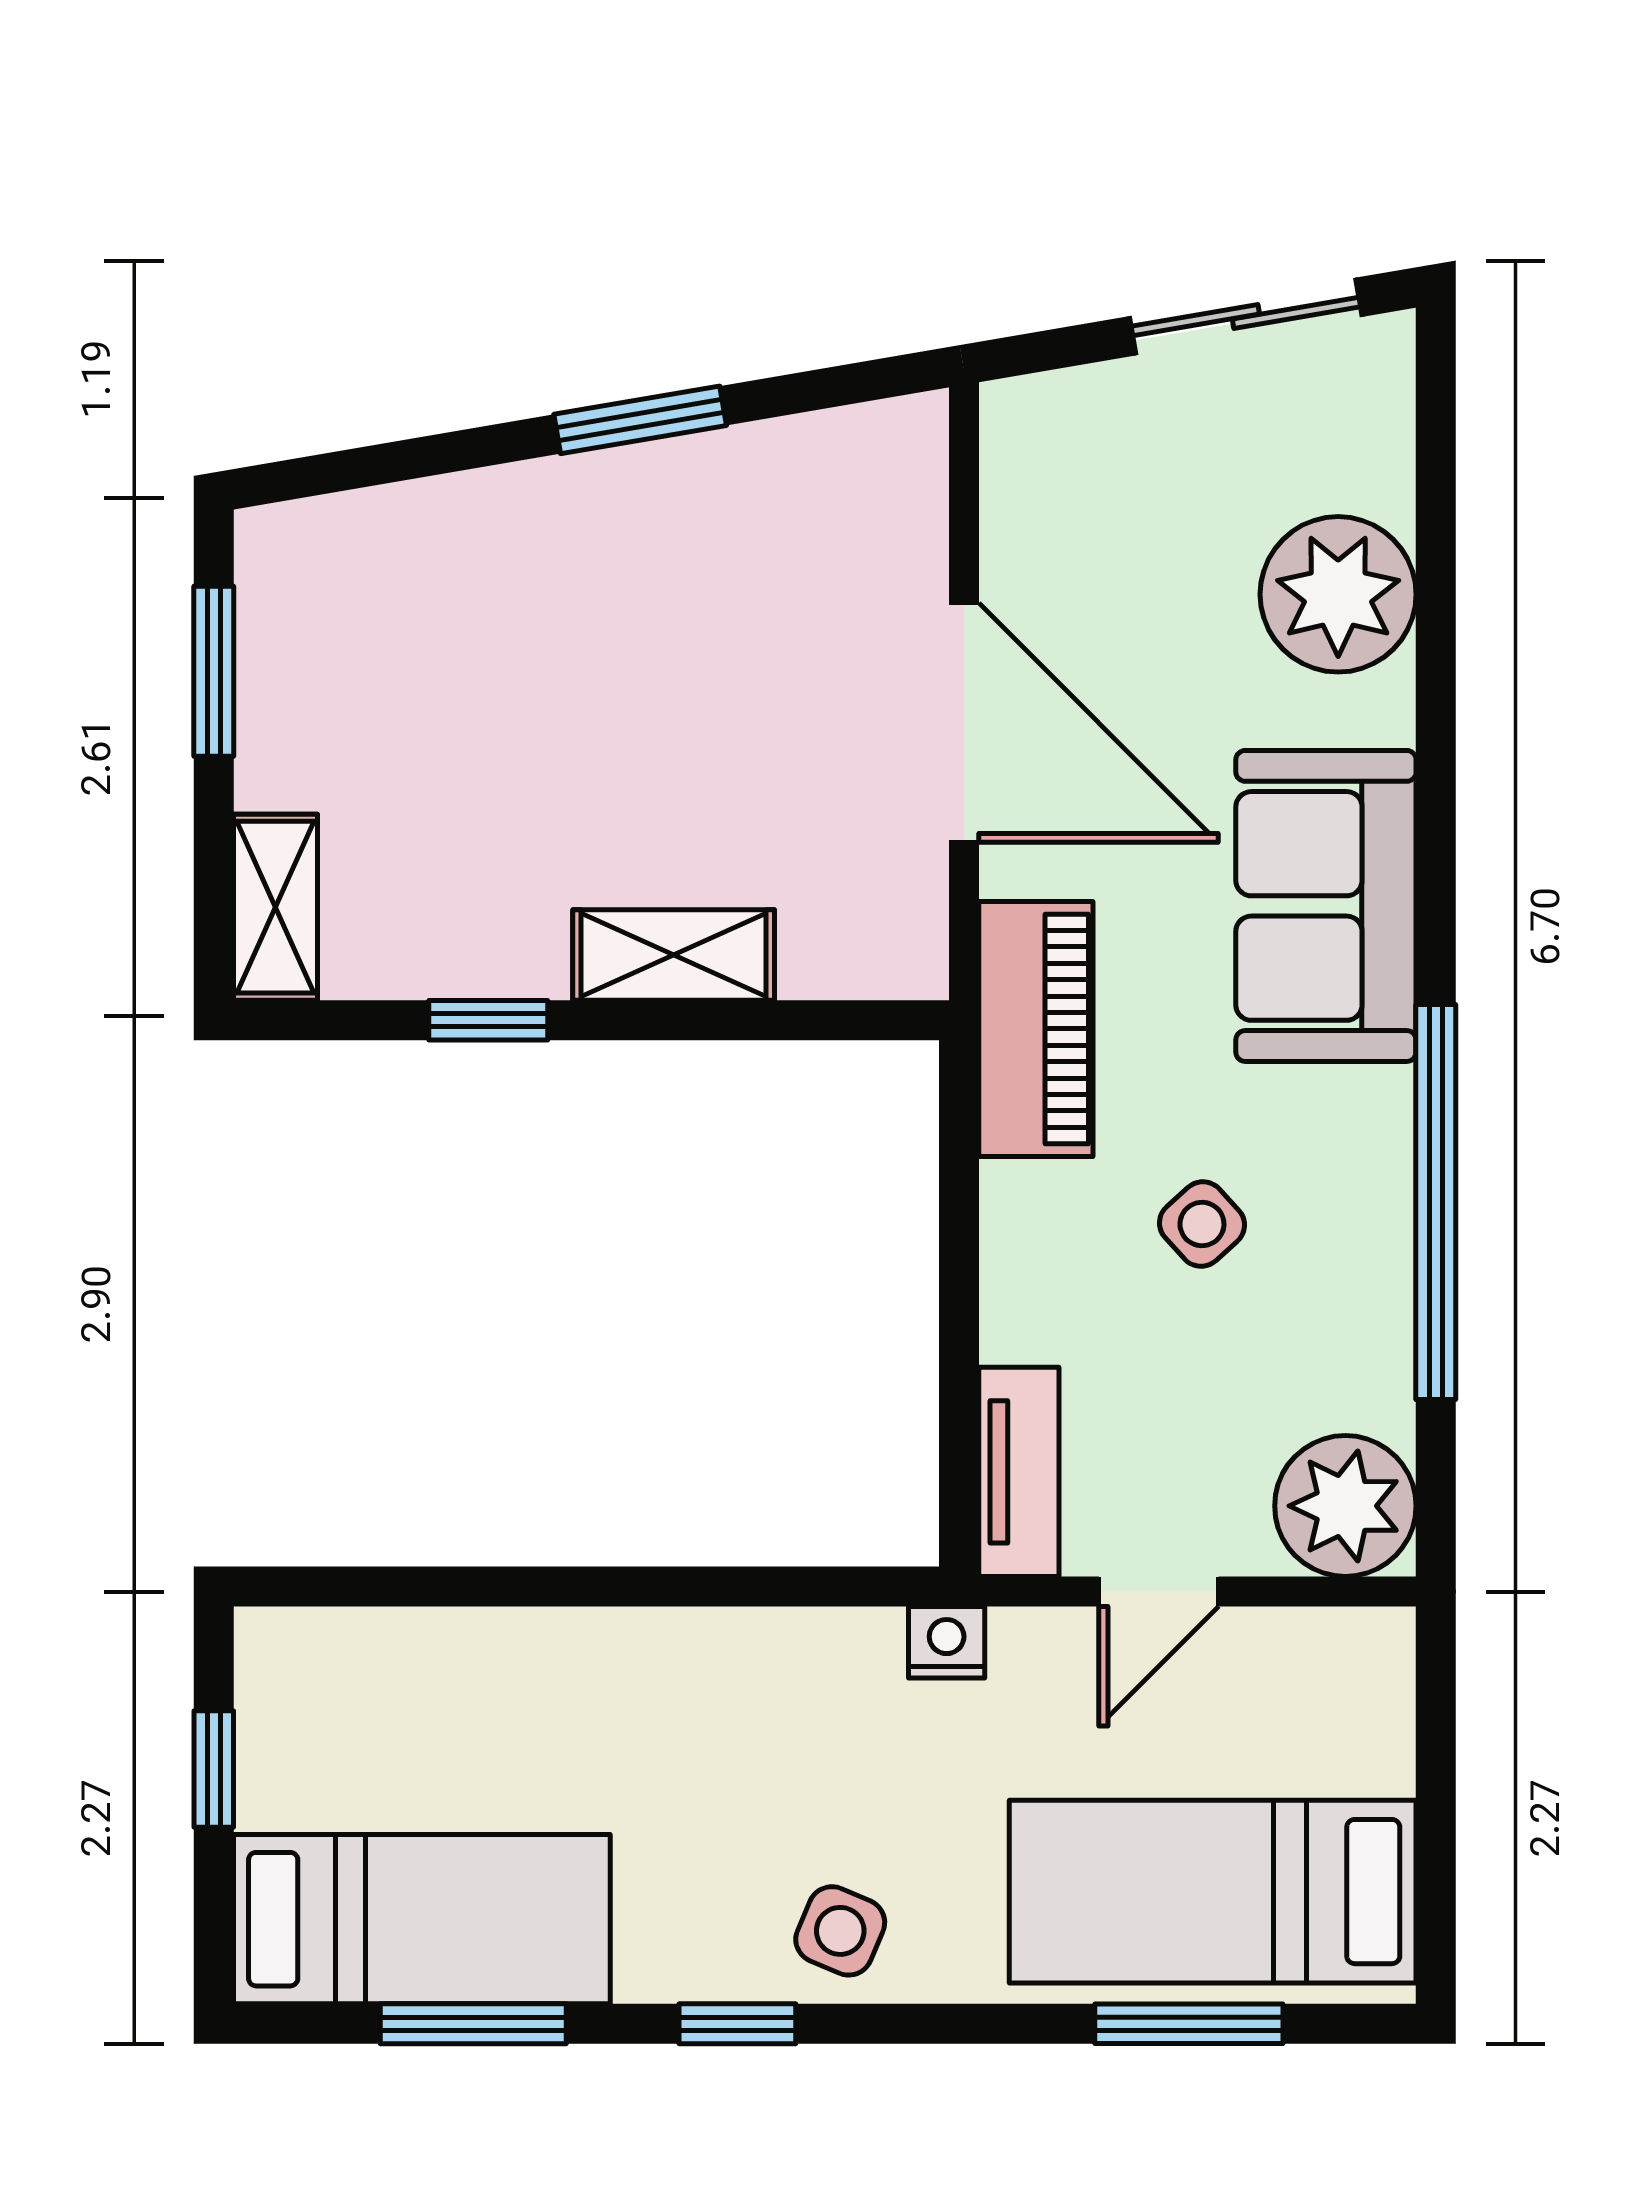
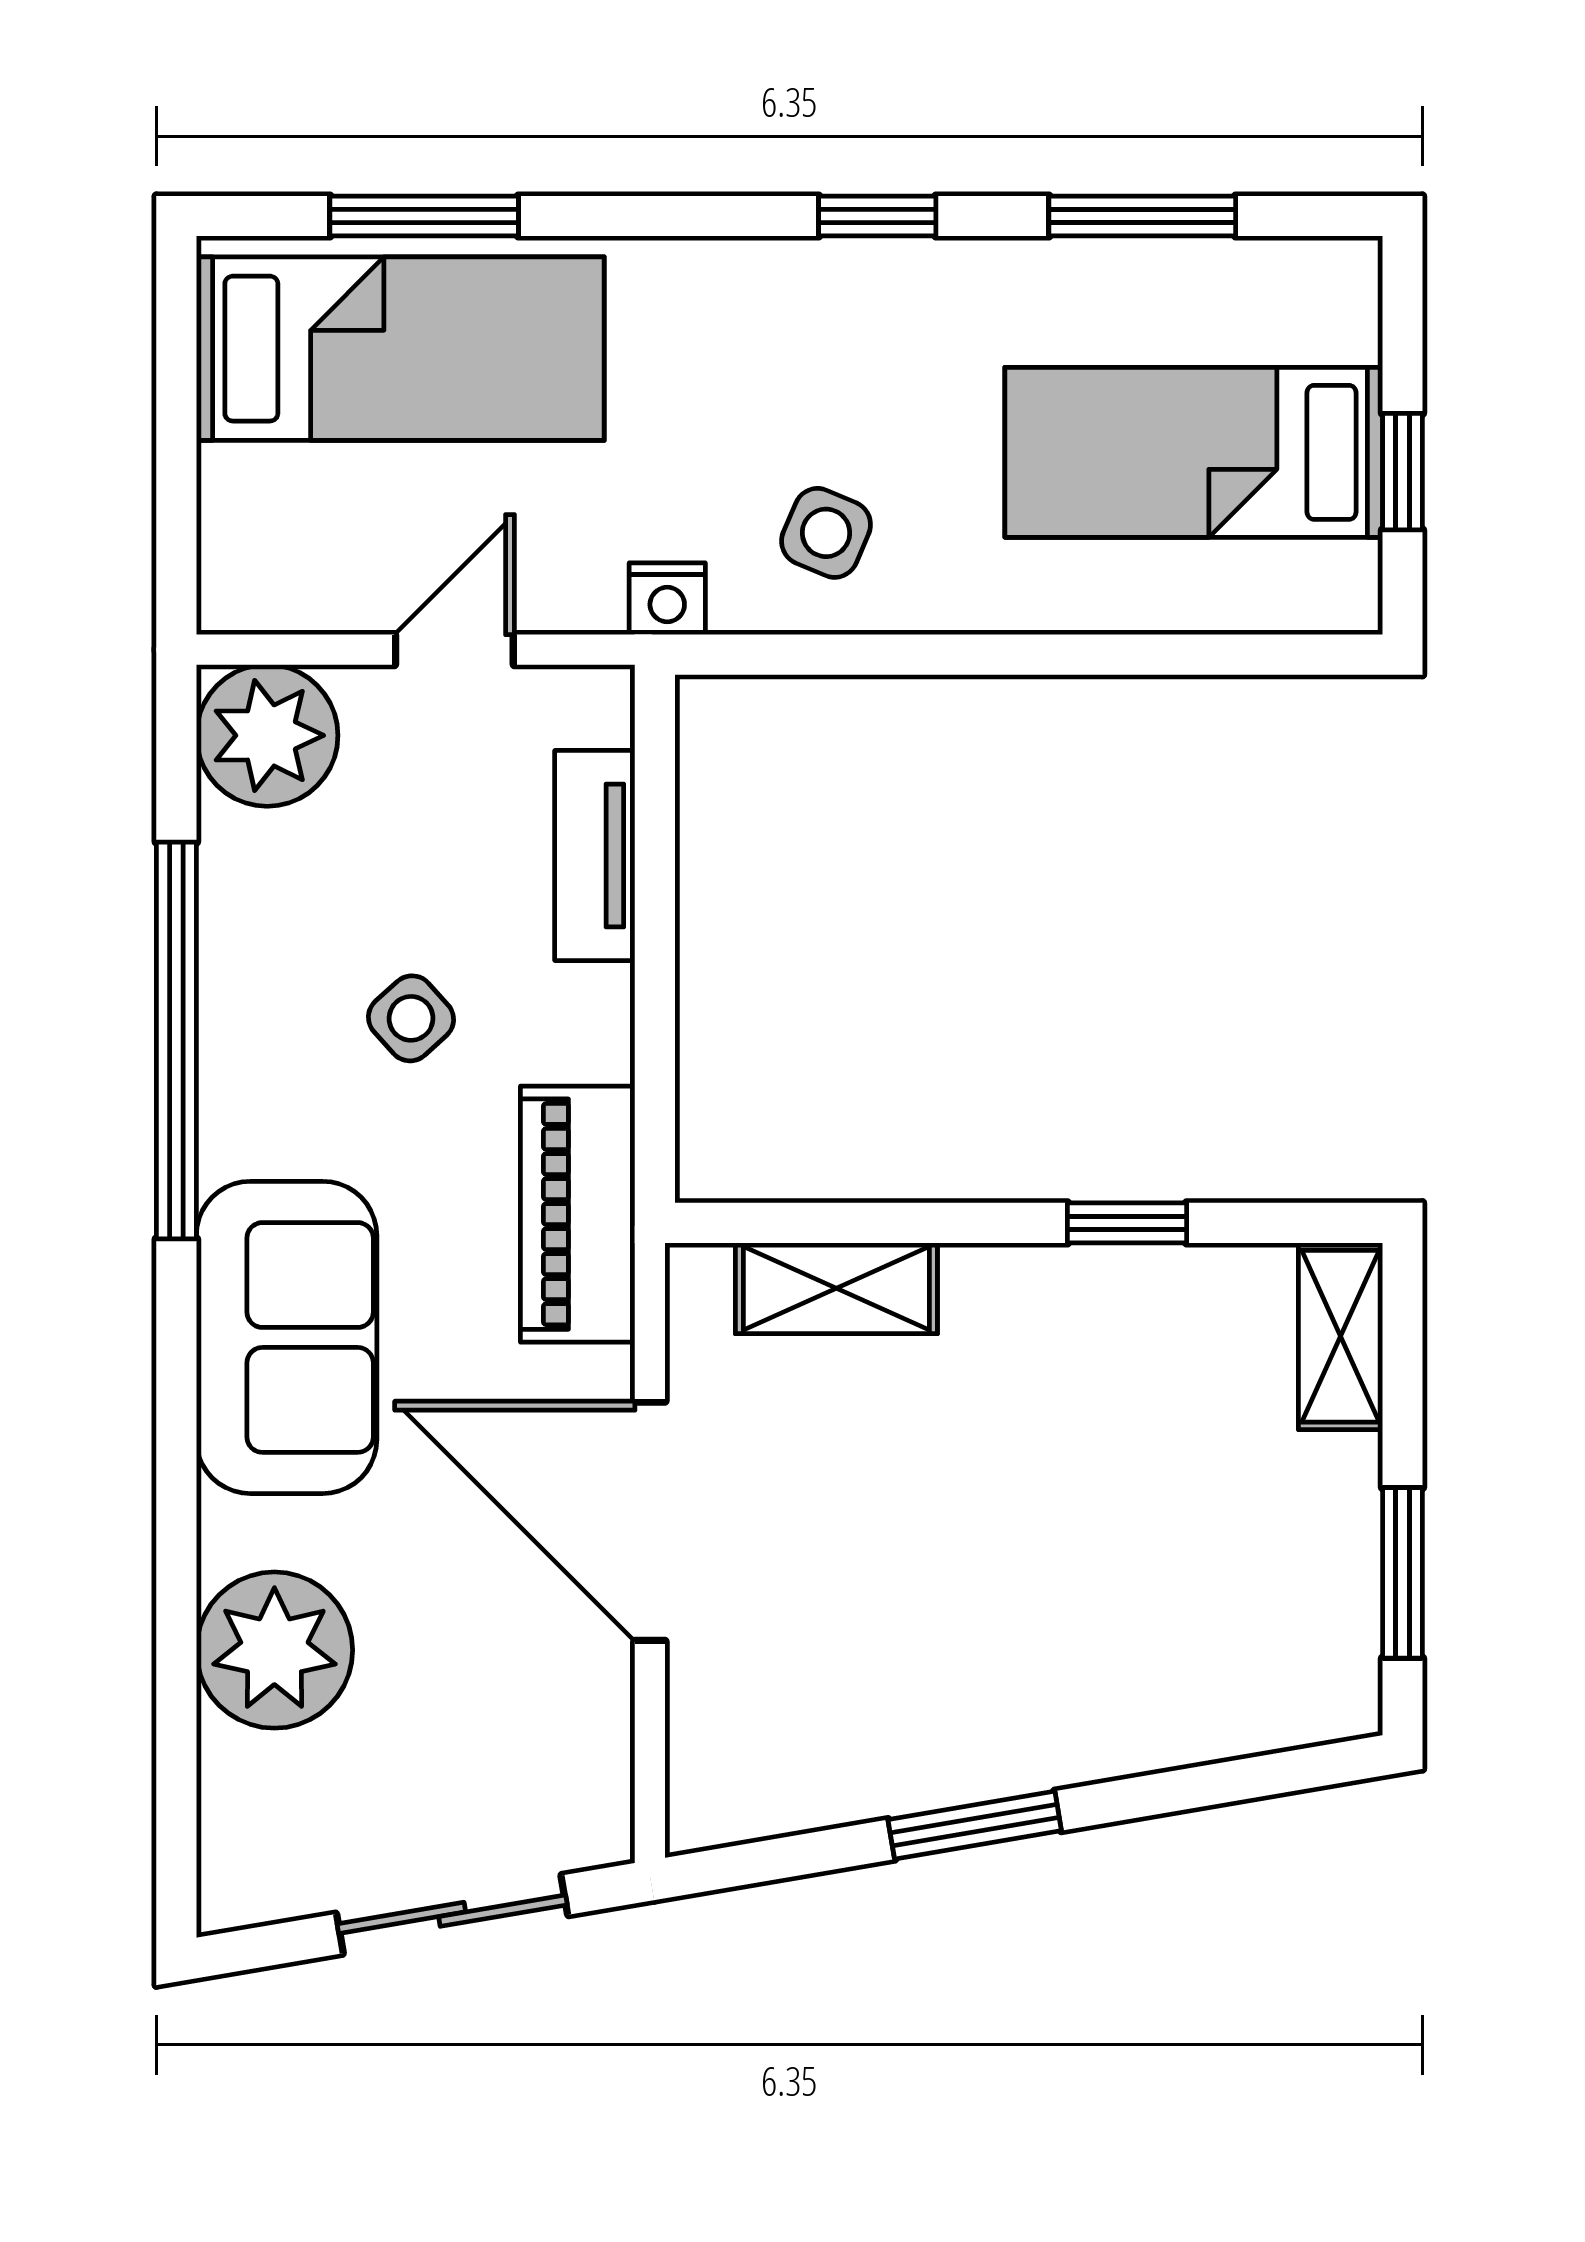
sliding door: (1246, 316) -> (452, 1914), moved
shelving: (674, 955) -> (836, 1288), moved
tv unit: (1019, 1472) -> (595, 855), moved
bed: (422, 1919) -> (1194, 452), moved
side table: (840, 1931) -> (826, 533), moved

